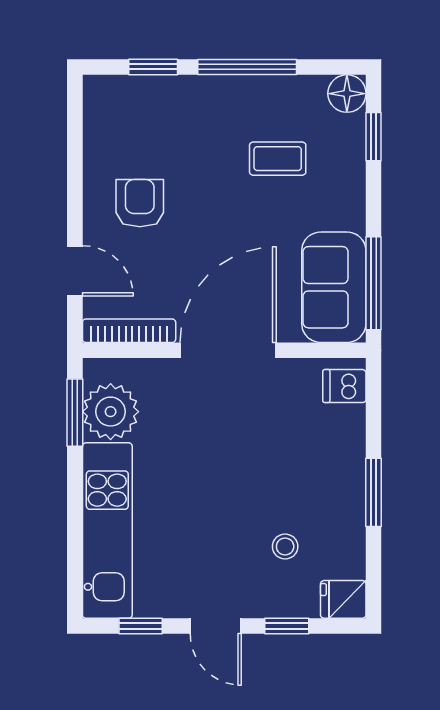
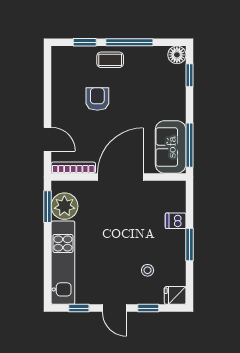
coffee table: (278, 159) -> (110, 60), moved
armchair: (140, 203) -> (97, 99), moved
dishwasher: (344, 386) -> (176, 221), moved

